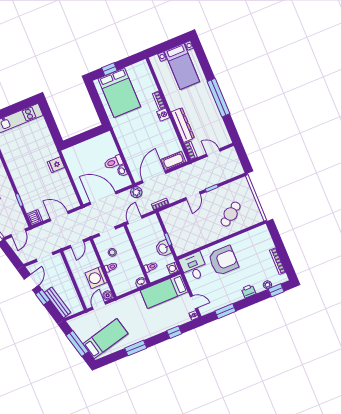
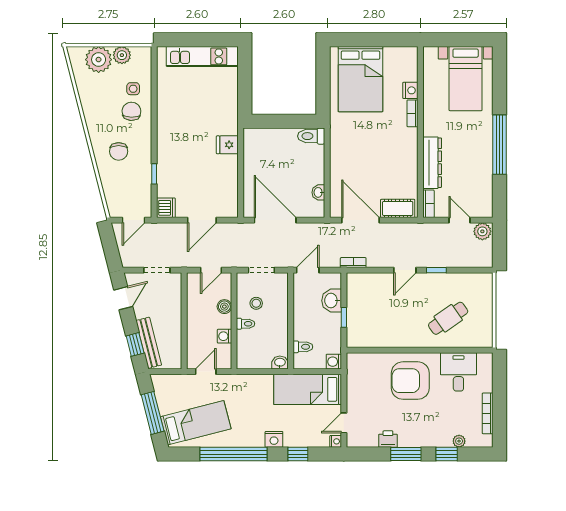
window: (109, 69) -> (360, 40), removed
nightstand: (163, 115) -> (410, 90), moved
toilet: (113, 162) -> (311, 136), moved
door: (154, 177) -> (361, 220), hinge flipped
plant: (136, 192) -> (482, 231), moved
door: (59, 216) -> (202, 220), swing flipped
washbasin: (163, 248) -> (332, 301), moved
armchair: (223, 261) -> (410, 381), turned 180
desk: (194, 267) -> (458, 372), moved
washing machine: (96, 278) -> (224, 336), width x0.53, depth x0.53
window: (276, 290) -> (447, 454), moved
printer: (249, 291) -> (388, 439), moved
boiler: (108, 295) -> (224, 307), moved
window: (43, 297) -> (135, 344), moved
door: (194, 302) -> (344, 423), swing flipped
window: (225, 311) -> (406, 454), moved
nightstand: (156, 329) -> (274, 439), added
window: (136, 348) -> (233, 454), width x2.11

